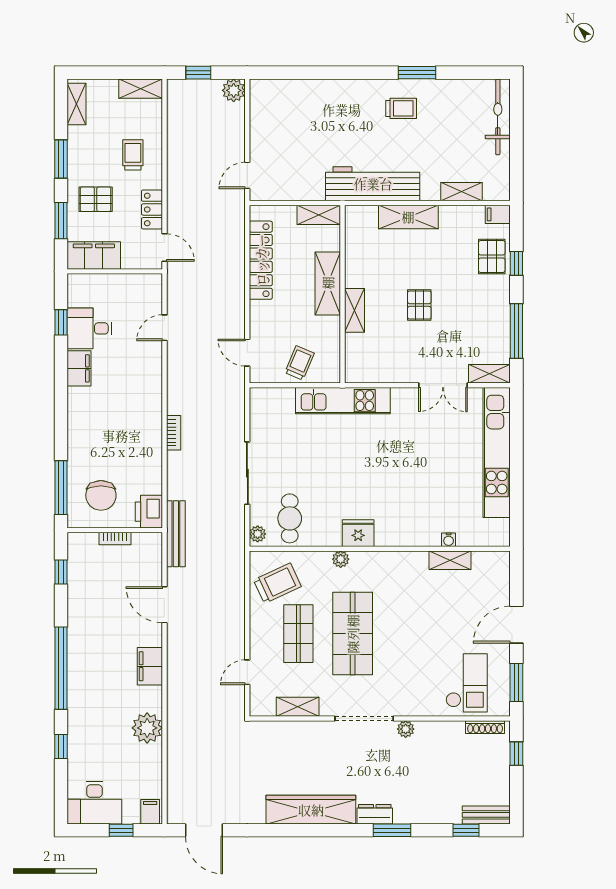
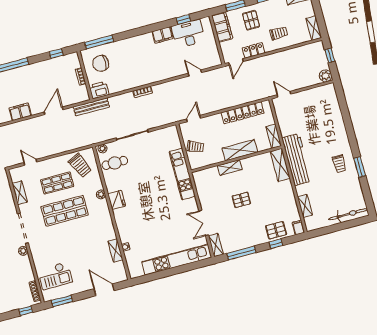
shelving: (408, 217) -> (280, 165), moved
desk: (89, 328) -> (188, 34), width x1.37
door: (516, 625) -> (104, 290), moved

